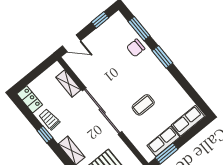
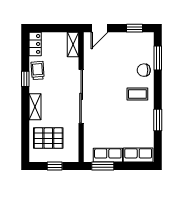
door: (72, 43) -> (100, 28), hinge flipped
window: (162, 57) -> (158, 120), moved
shelving: (68, 84) -> (73, 44), moved
coffee table: (143, 105) -> (137, 94), moved

